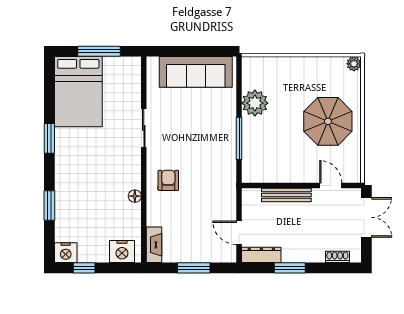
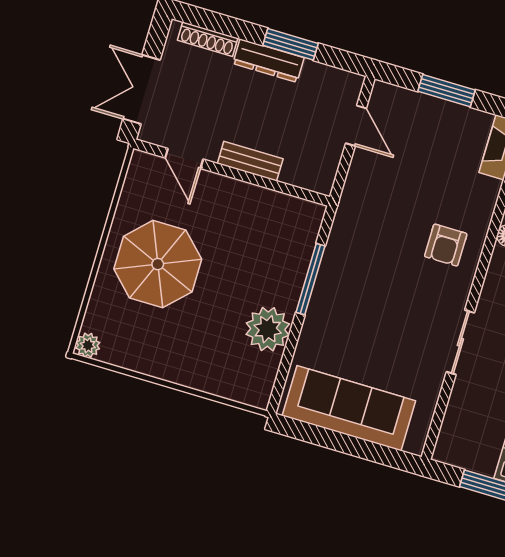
bench: (286, 195) -> (250, 161), width x0.73
dresser: (261, 255) -> (268, 61), moved
shoe rack: (337, 257) -> (208, 39), width x1.43

